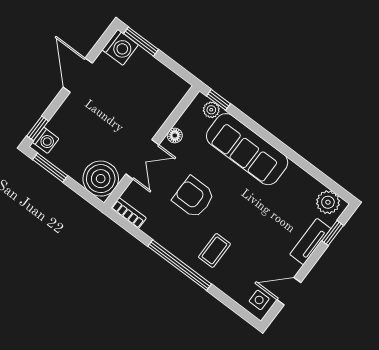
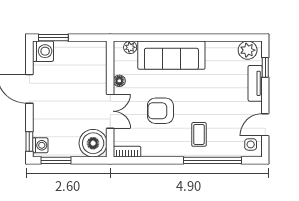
window: (218, 100) -> (130, 38), removed
window: (180, 265) -> (212, 160), moved

